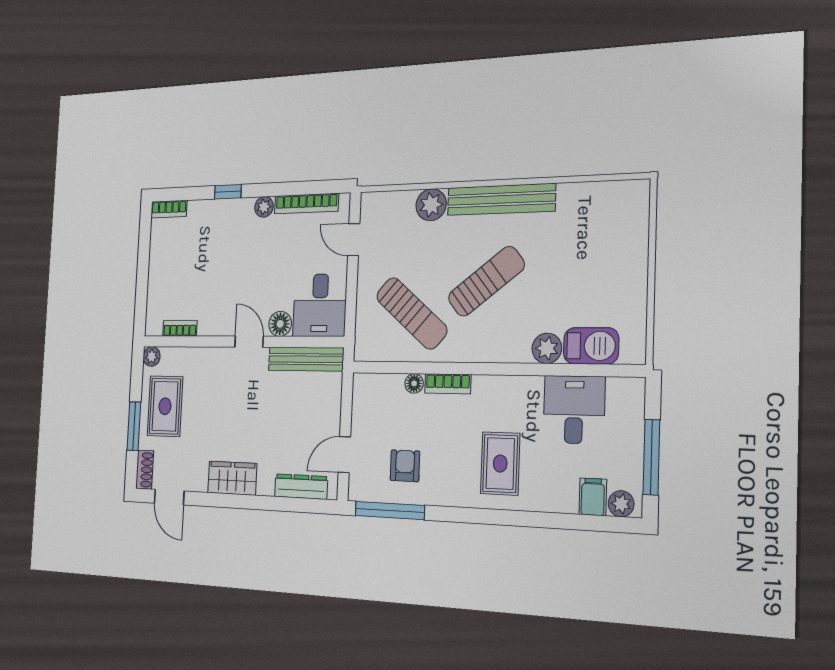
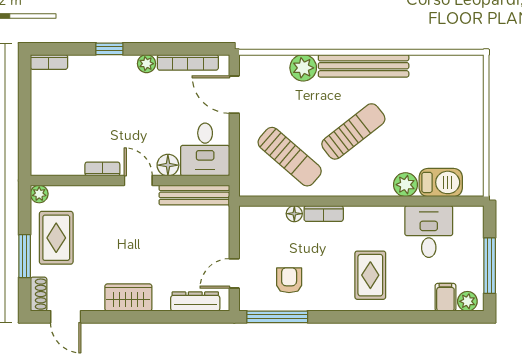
door: (354, 240) -> (234, 95), width x1.38
bookcase: (180, 328) -> (102, 169), moved

